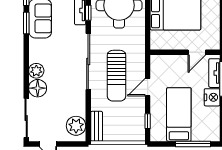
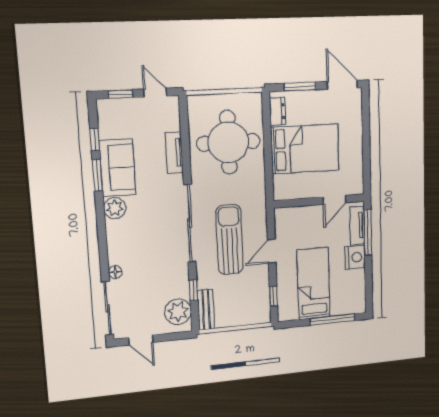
window: (88, 13) -> (194, 290), moved
plant: (36, 71) -> (115, 208), moved
sun lounger: (117, 76) -> (230, 240), turned 180
floor lamp: (38, 88) -> (115, 272), width x0.53, depth x0.53

